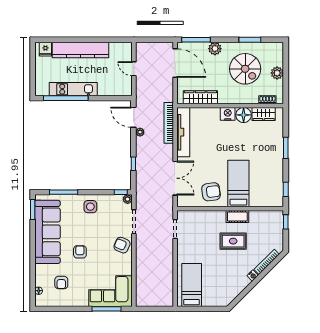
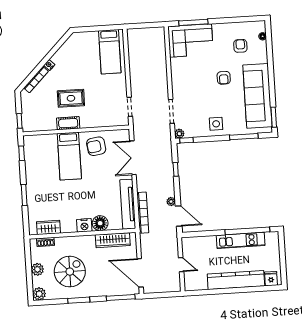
window: (250, 40) -> (79, 300), moved
plant: (215, 49) -> (39, 294), moved
spiral stairs: (245, 69) -> (70, 272), turned 90
floor lamp: (244, 115) -> (100, 223), moved
armchair: (122, 245) -> (182, 87), removed

